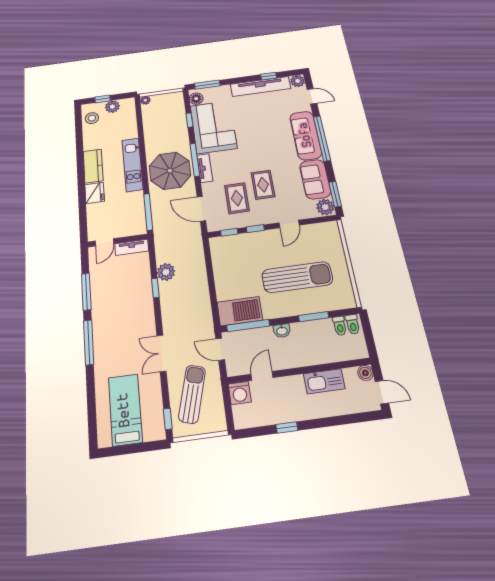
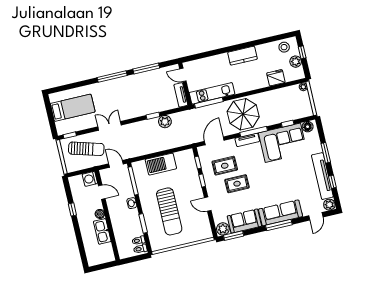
window: (207, 85) -> (326, 153), moved
window: (322, 138) -> (279, 225), width x0.68
kitchen unit: (132, 165) -> (212, 93), moved
fridge: (95, 193) -> (276, 78), moved, turned 180
barbecue: (240, 311) -> (161, 164), moved, turned 90
door: (220, 349) -> (116, 164), hinge flipped
boiler: (365, 373) -> (100, 214), moved
door: (382, 392) -> (99, 267), removed

